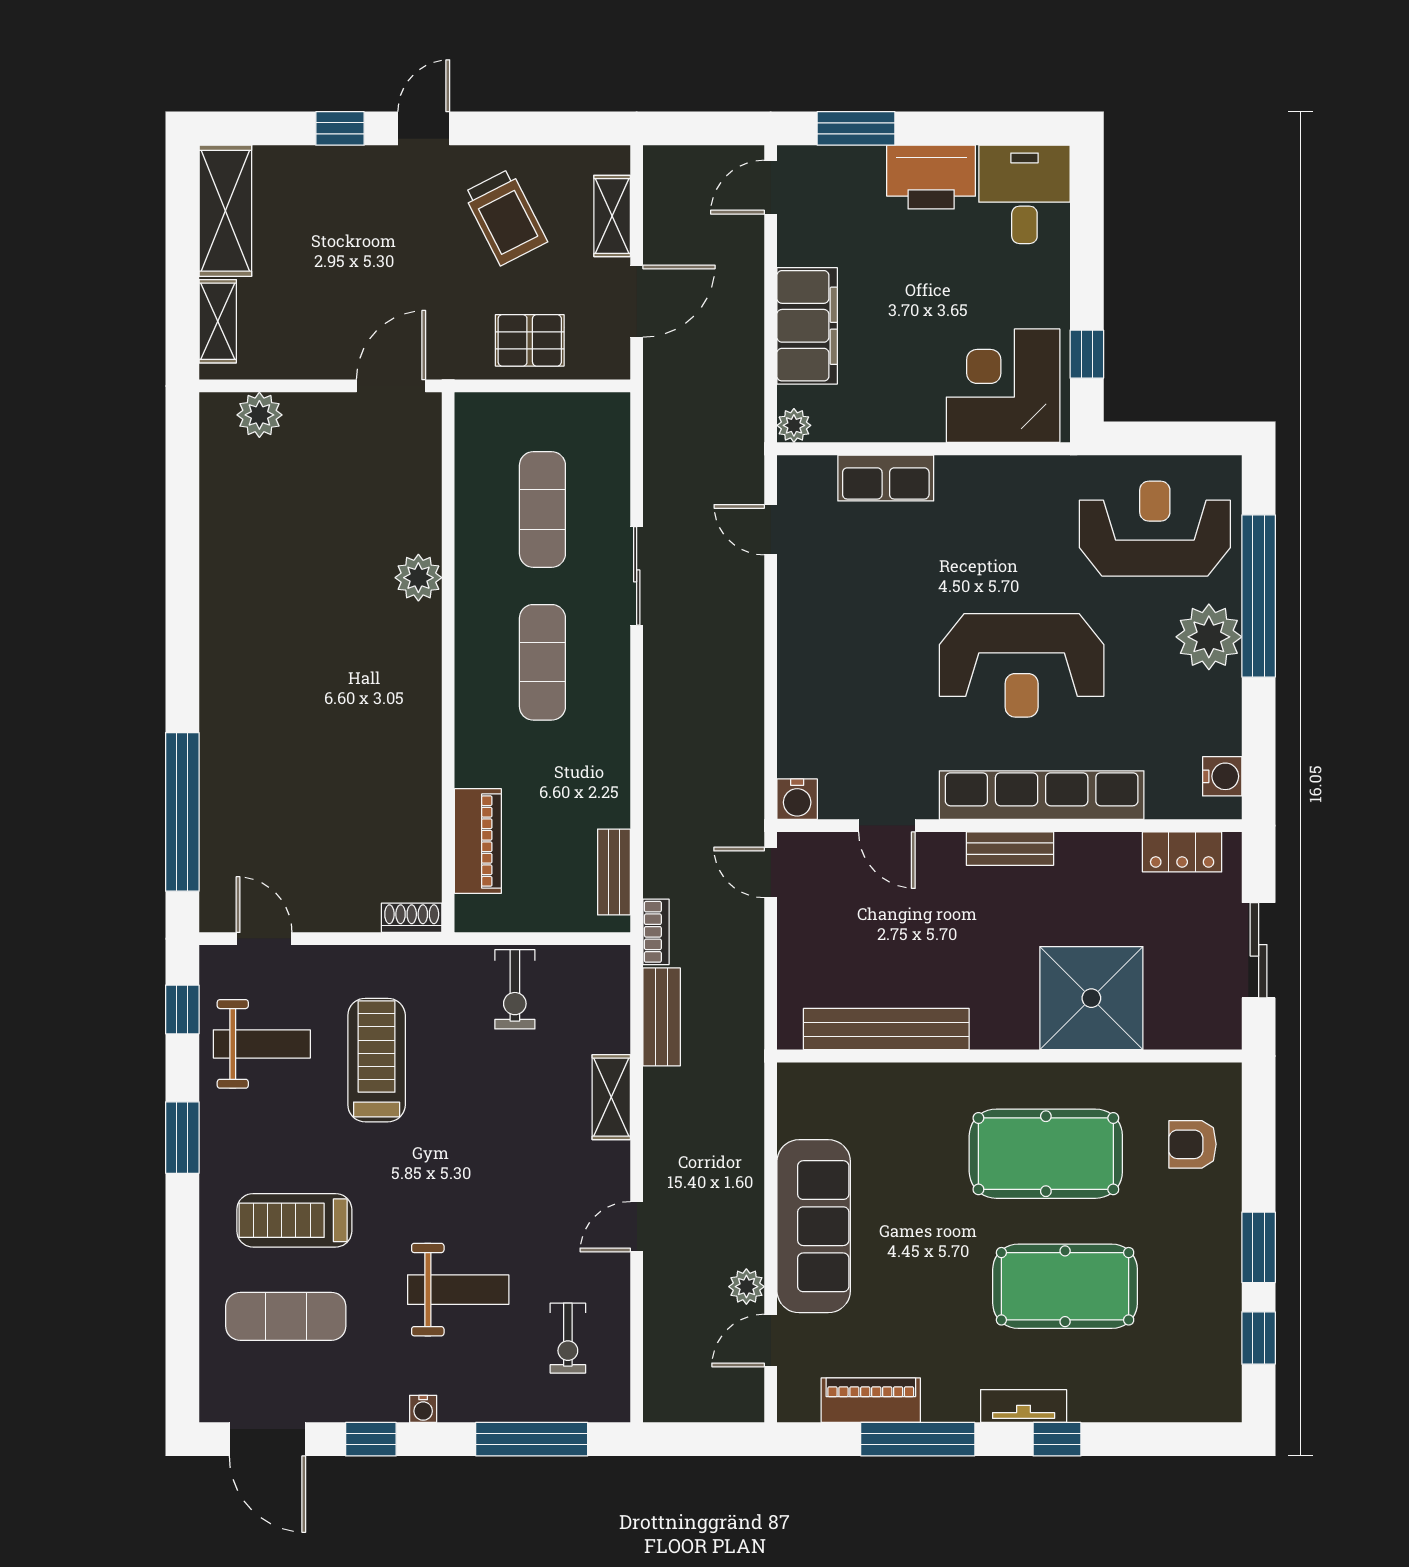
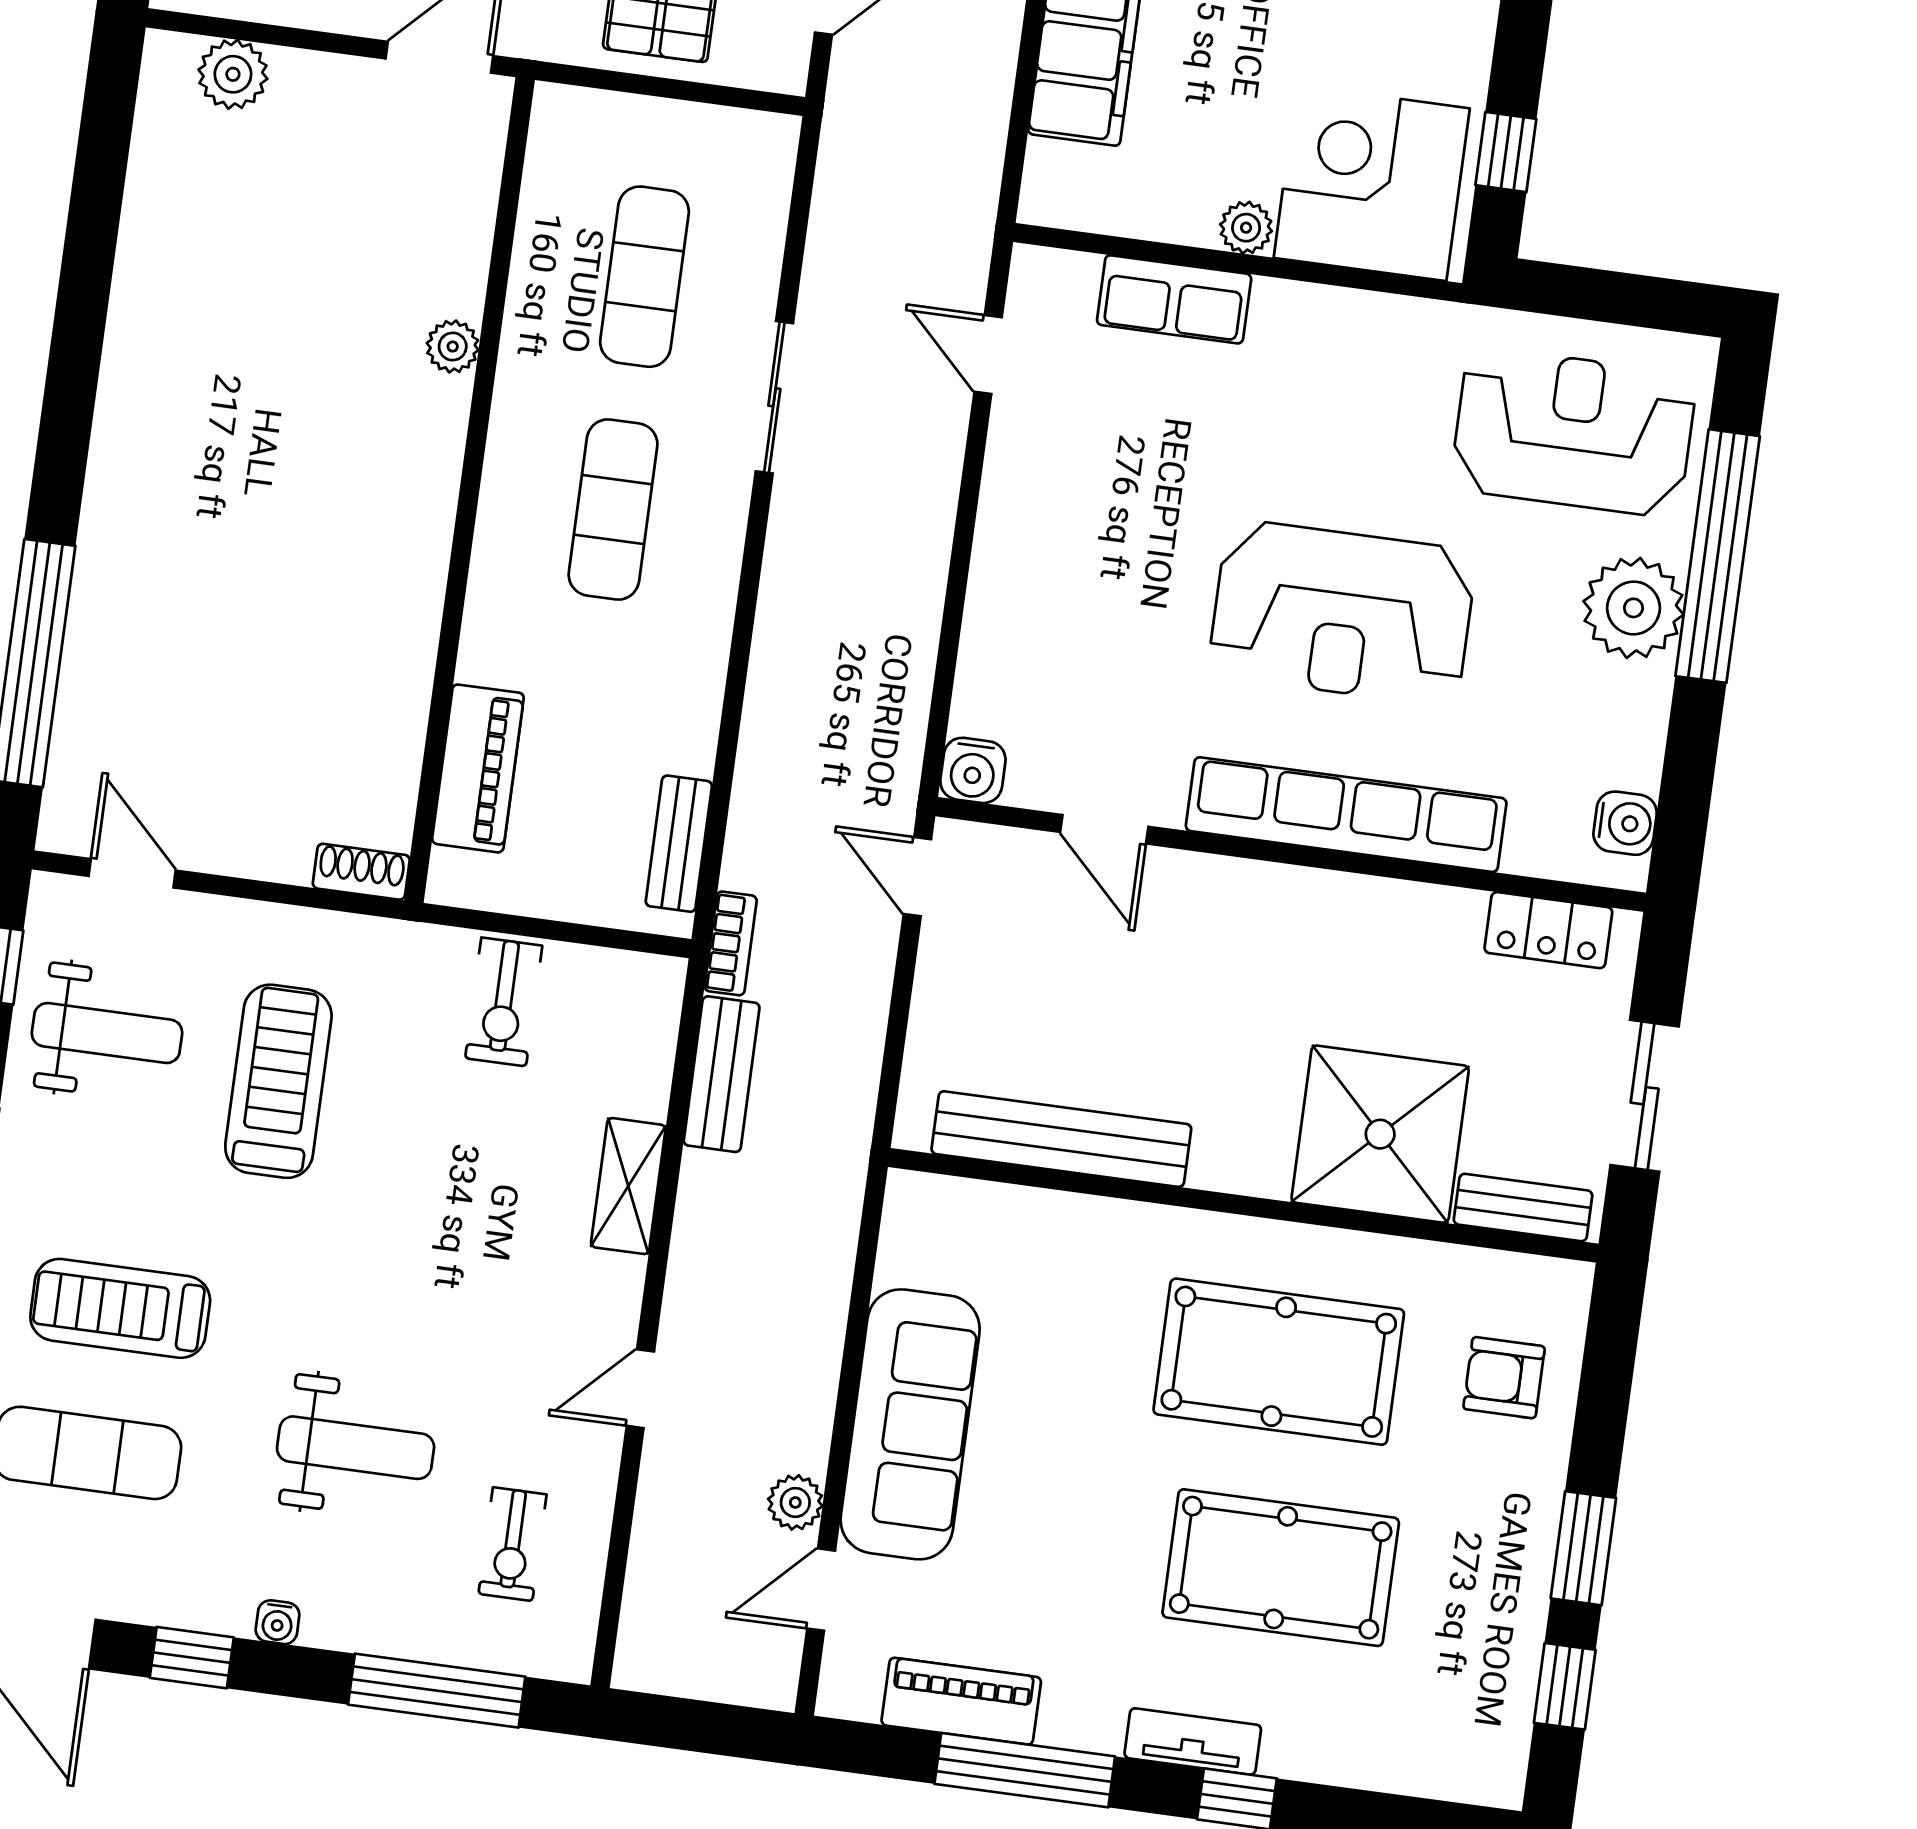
plant: (794, 425) -> (1246, 228), moved
plant: (418, 578) -> (453, 347), width x0.73, depth x0.73
bench: (1010, 849) -> (1523, 1208), moved

